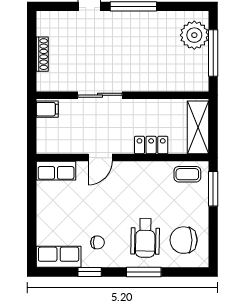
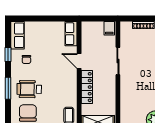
locker: (151, 145) -> (87, 87), width x1.53

